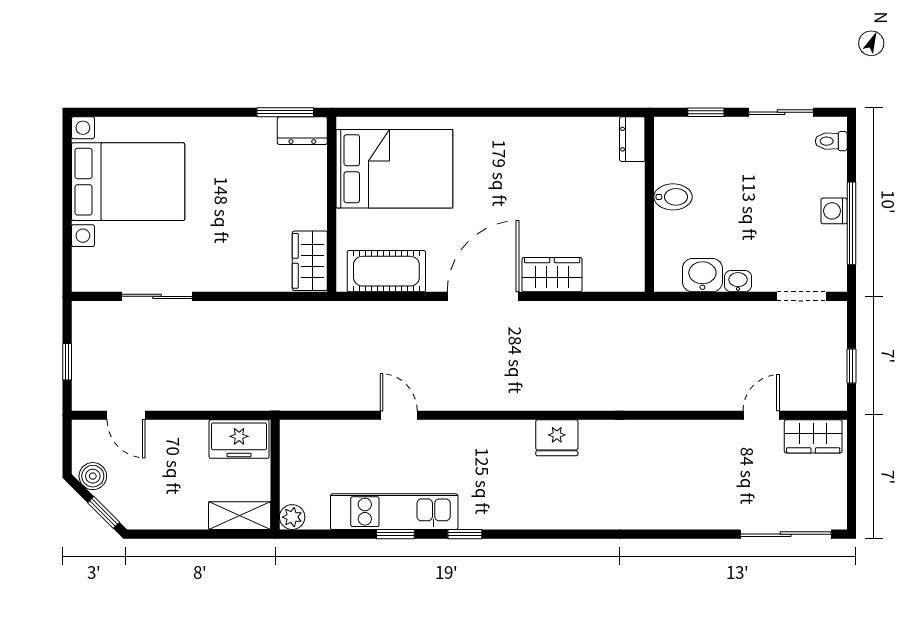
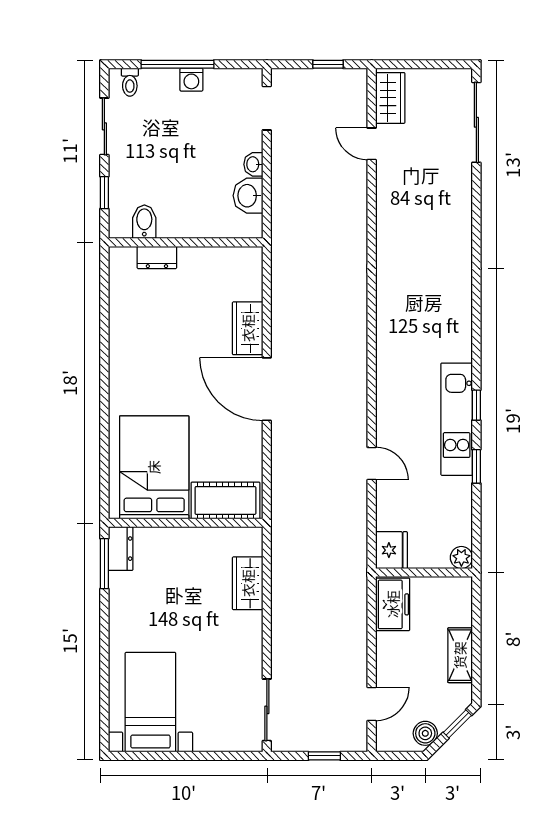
dresser: (632, 139) -> (157, 257), moved
bed with nightstands: (128, 182) -> (150, 702), width x0.73
bidet: (673, 197) -> (144, 222), moved
window: (851, 223) -> (177, 64), moved
wardrobe: (310, 261) -> (248, 583), moved, turned 90
cot: (386, 271) -> (225, 500), moved, turned 90
sliding door: (157, 296) -> (267, 710), moved
door: (399, 415) -> (372, 464), swing flipped
fridge: (557, 438) -> (391, 550), moved
kitchen unit: (394, 512) -> (457, 419), moved
shelving: (240, 516) -> (460, 655), moved

